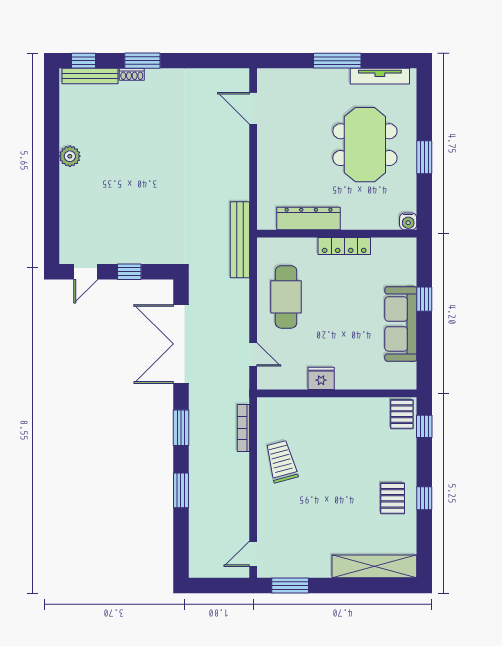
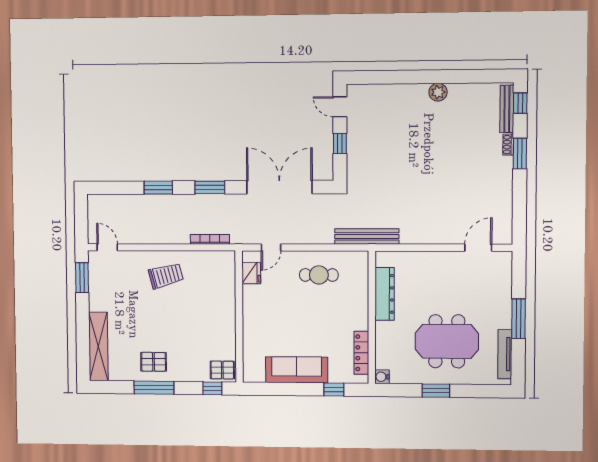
locker: (344, 246) -> (361, 353), moved
cafe table: (286, 297) -> (319, 275), width x0.73, depth x0.74
window: (424, 299) -> (334, 390), moved
fridge: (321, 378) -> (251, 273), moved
trolley: (281, 462) -> (166, 276), moved
window: (424, 498) -> (154, 388), width x2.17

